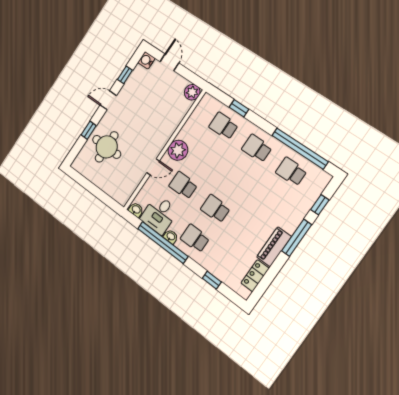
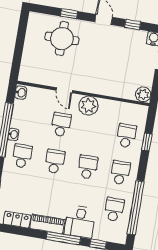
school desk: (236, 179) -> (87, 167), added
desk: (159, 214) -> (80, 222), moved, turned -90

